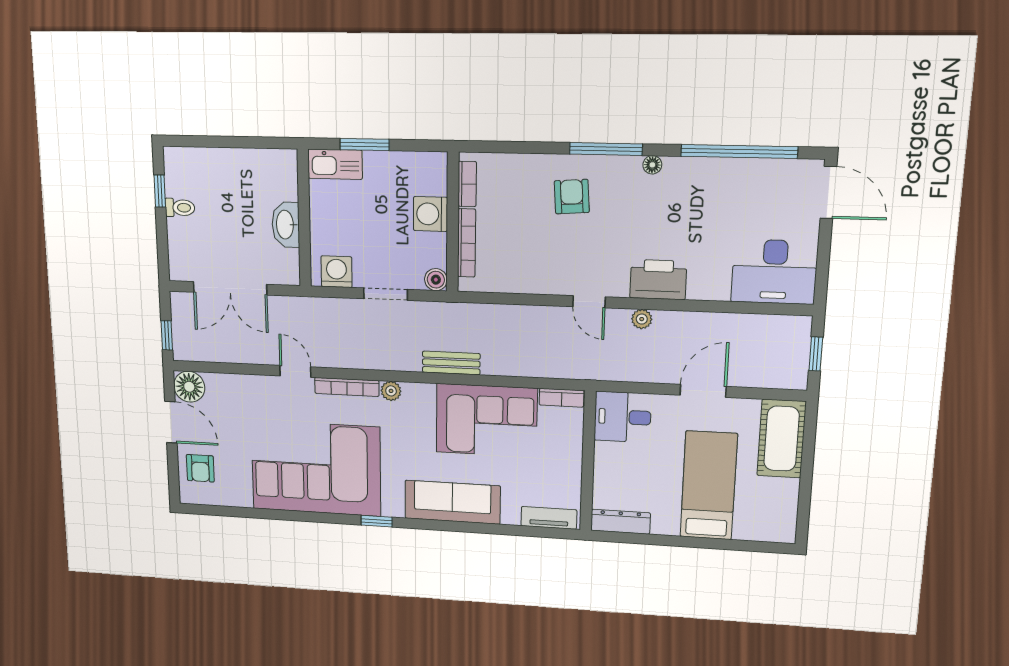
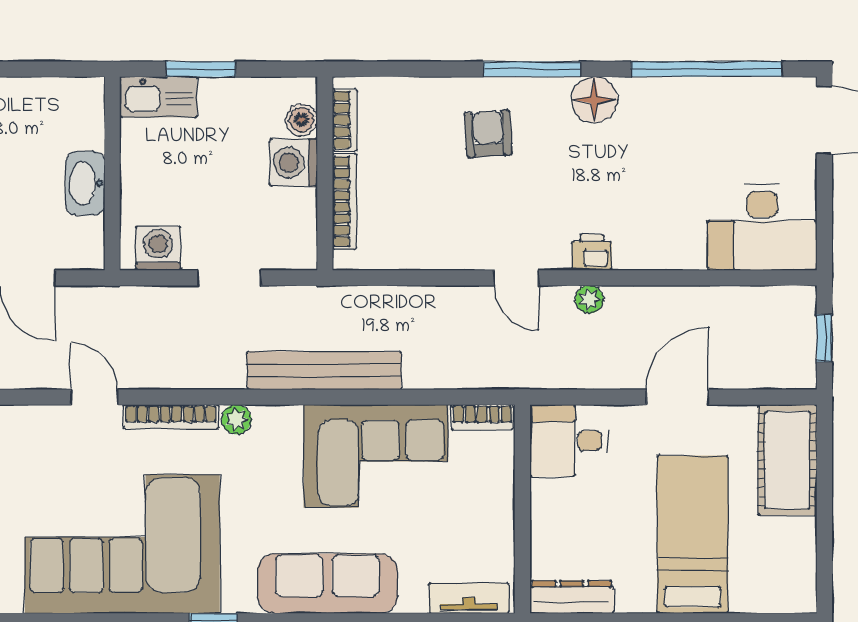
floor lamp: (652, 165) -> (594, 100), width x1.89, depth x1.89
boiler: (436, 280) -> (301, 120), moved
printer: (658, 280) -> (592, 252), width x0.53, depth x0.68
bench: (451, 363) -> (324, 371), width x1.86, depth x1.21

